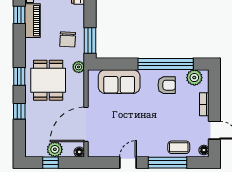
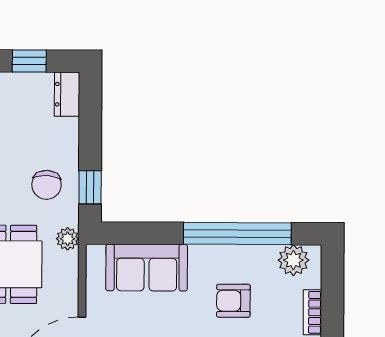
window: (90, 41) -> (90, 187), width x0.67
armchair: (167, 85) -> (233, 301), moved, turned 180

